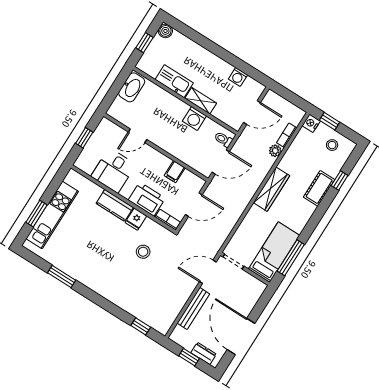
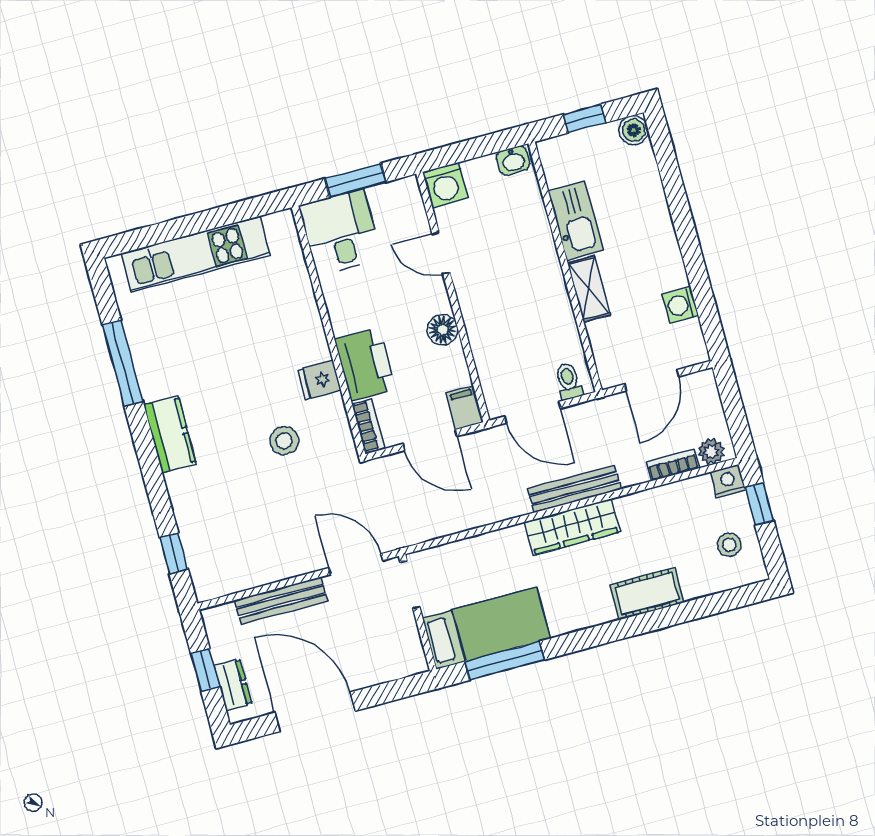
washbasin: (132, 87) -> (513, 161), width x0.52, depth x0.69
door: (252, 112) -> (652, 380), hinge flipped
washing machine: (194, 119) -> (445, 185), moved, turned -90
window: (84, 138) -> (355, 180), width x1.50
plant: (275, 151) -> (711, 452), moved
floor lamp: (163, 162) -> (443, 330), added
desk: (113, 171) -> (340, 232), moved, turned 90
filing cabinet: (175, 172) -> (465, 408), moved, turned 90
bench: (260, 175) -> (575, 489), added
window: (340, 180) -> (690, 611), removed
kitchen counter: (115, 205) -> (170, 434), moved, turned 180
window: (36, 214) -> (173, 229), removed
window: (62, 277) -> (123, 363), width x1.44
door: (241, 336) -> (315, 712), hinge flipped

